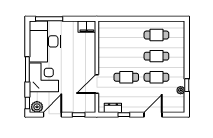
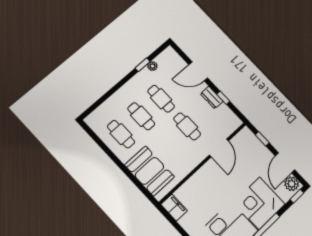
booth: (120, 32) -> (149, 171), added
door: (97, 84) -> (219, 148), hinge flipped
dresser: (113, 108) -> (212, 97), moved
door: (52, 115) -> (285, 163), hinge flipped

